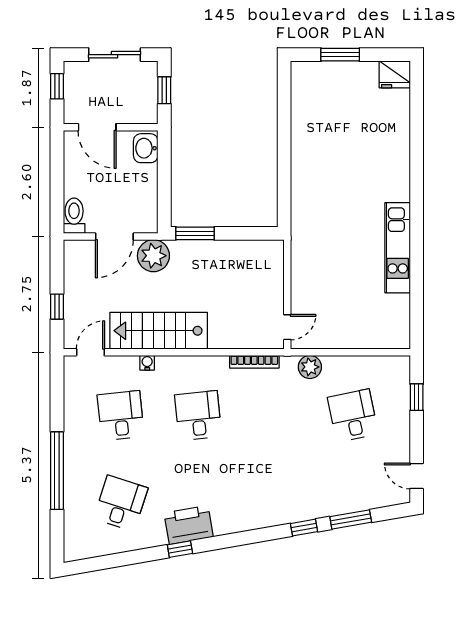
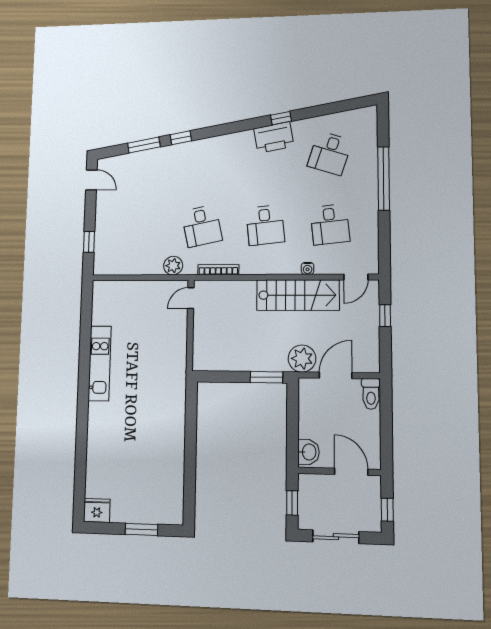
desk: (353, 416) -> (202, 226), moved

